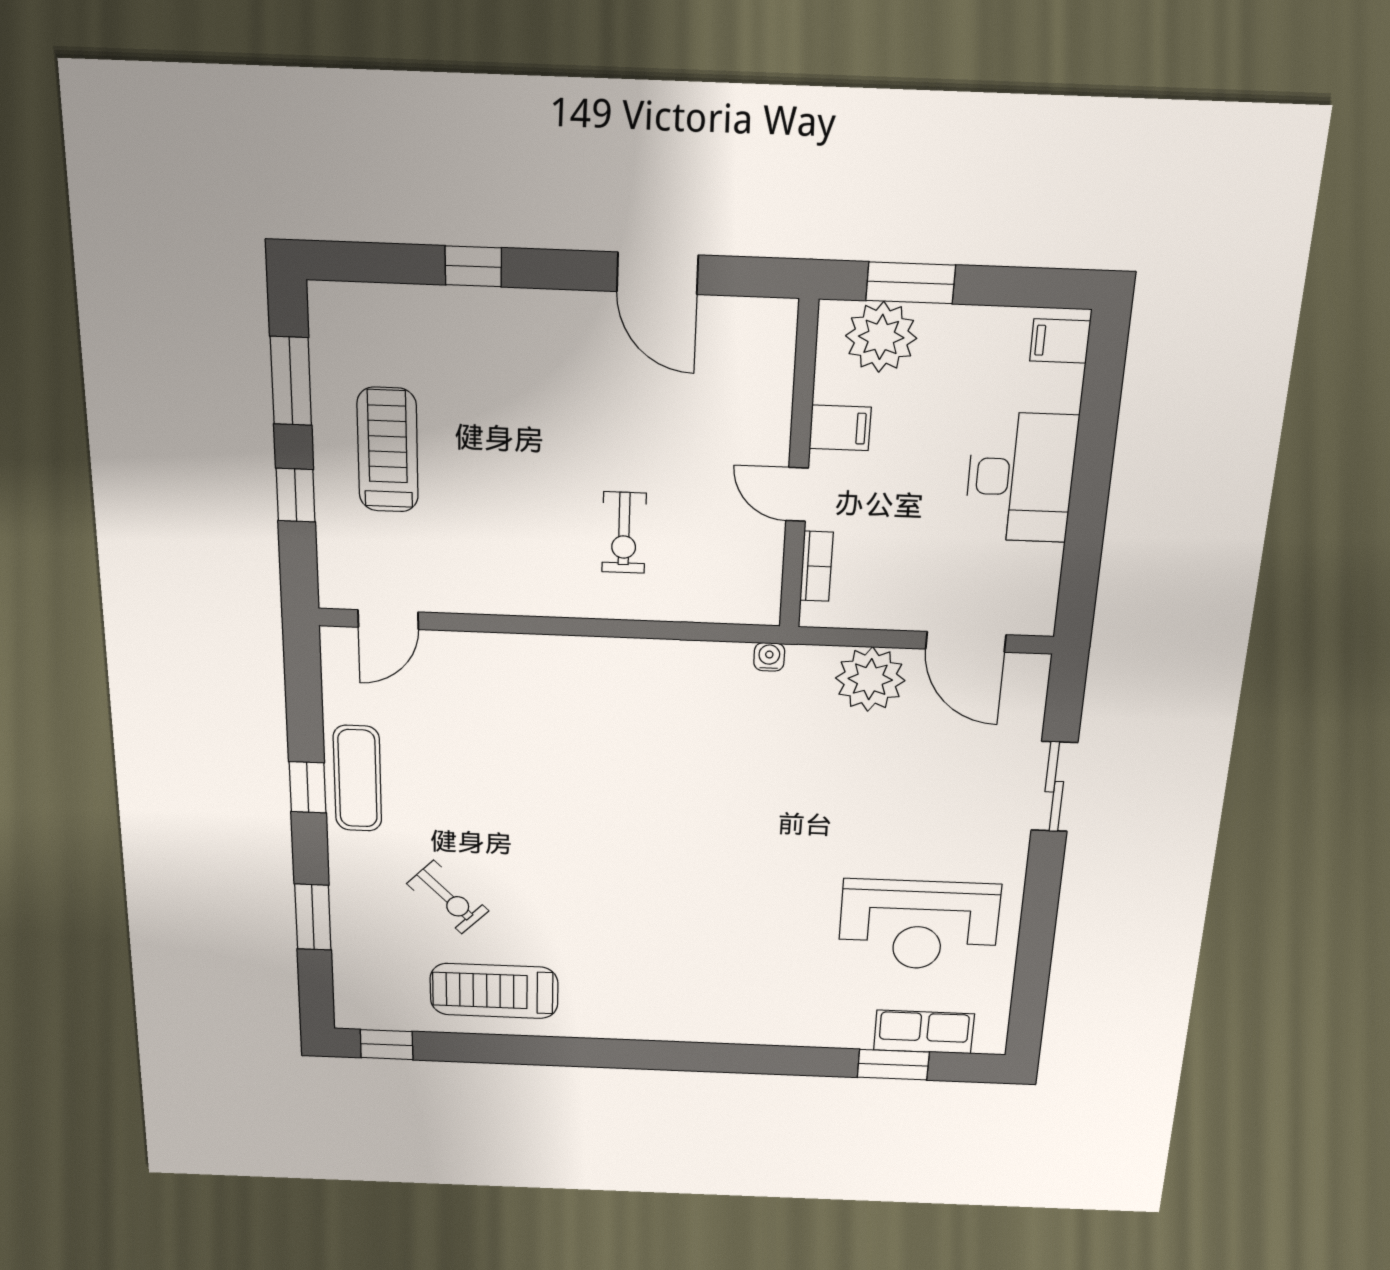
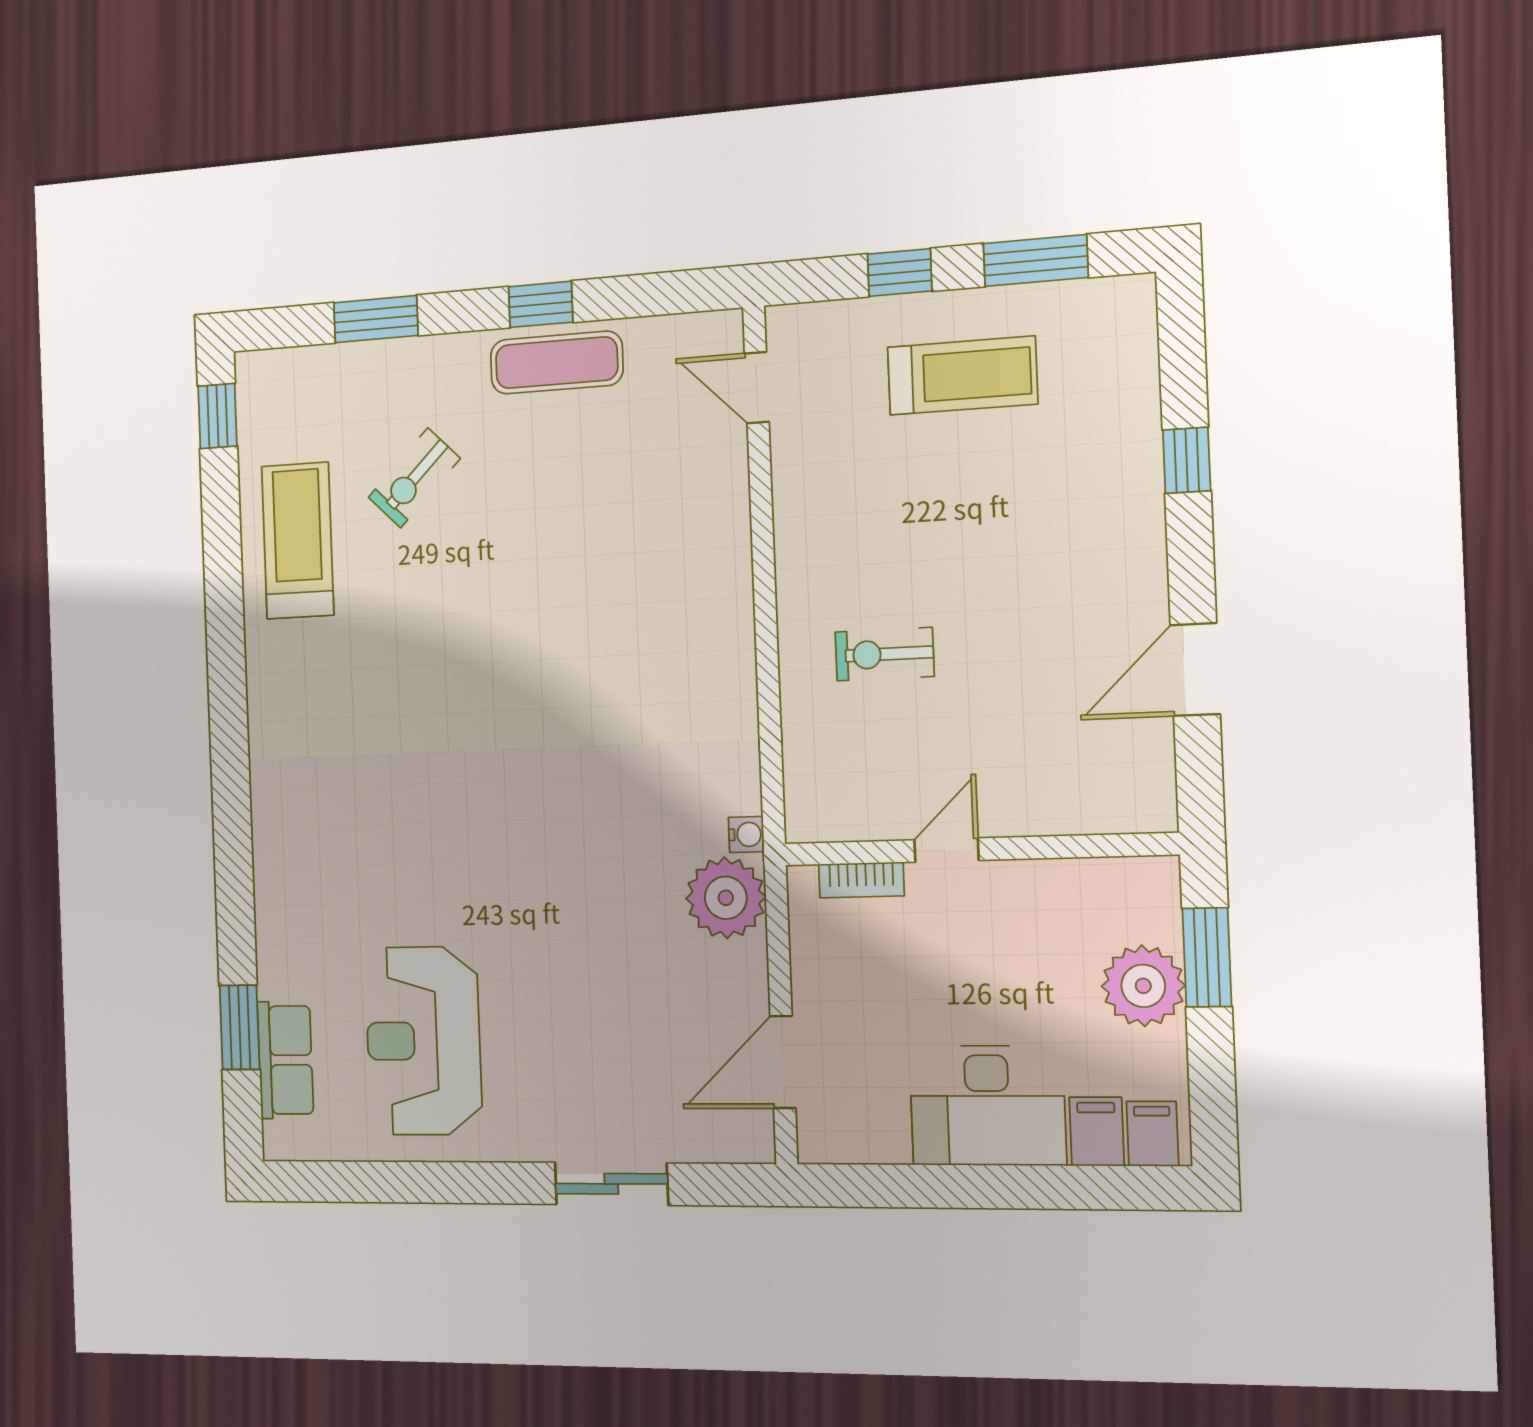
plant: (881, 337) -> (1143, 986), moved
filing cabinet: (840, 428) -> (1097, 1132), moved, turned 180
plant: (870, 679) -> (726, 898), moved

